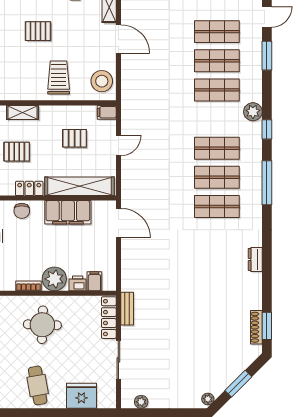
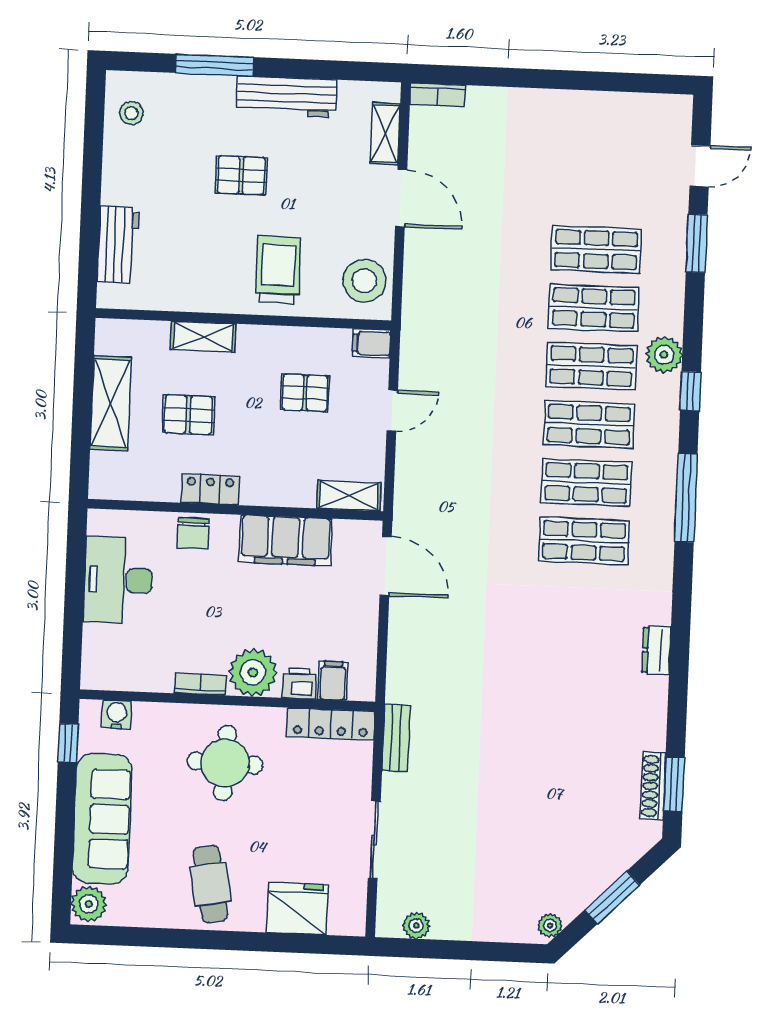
shop shelf: (217, 32) -> (591, 366), moved
shelving: (80, 186) -> (349, 495), width x0.45, depth x0.75
locker: (109, 318) -> (331, 724), moved, turned -90

